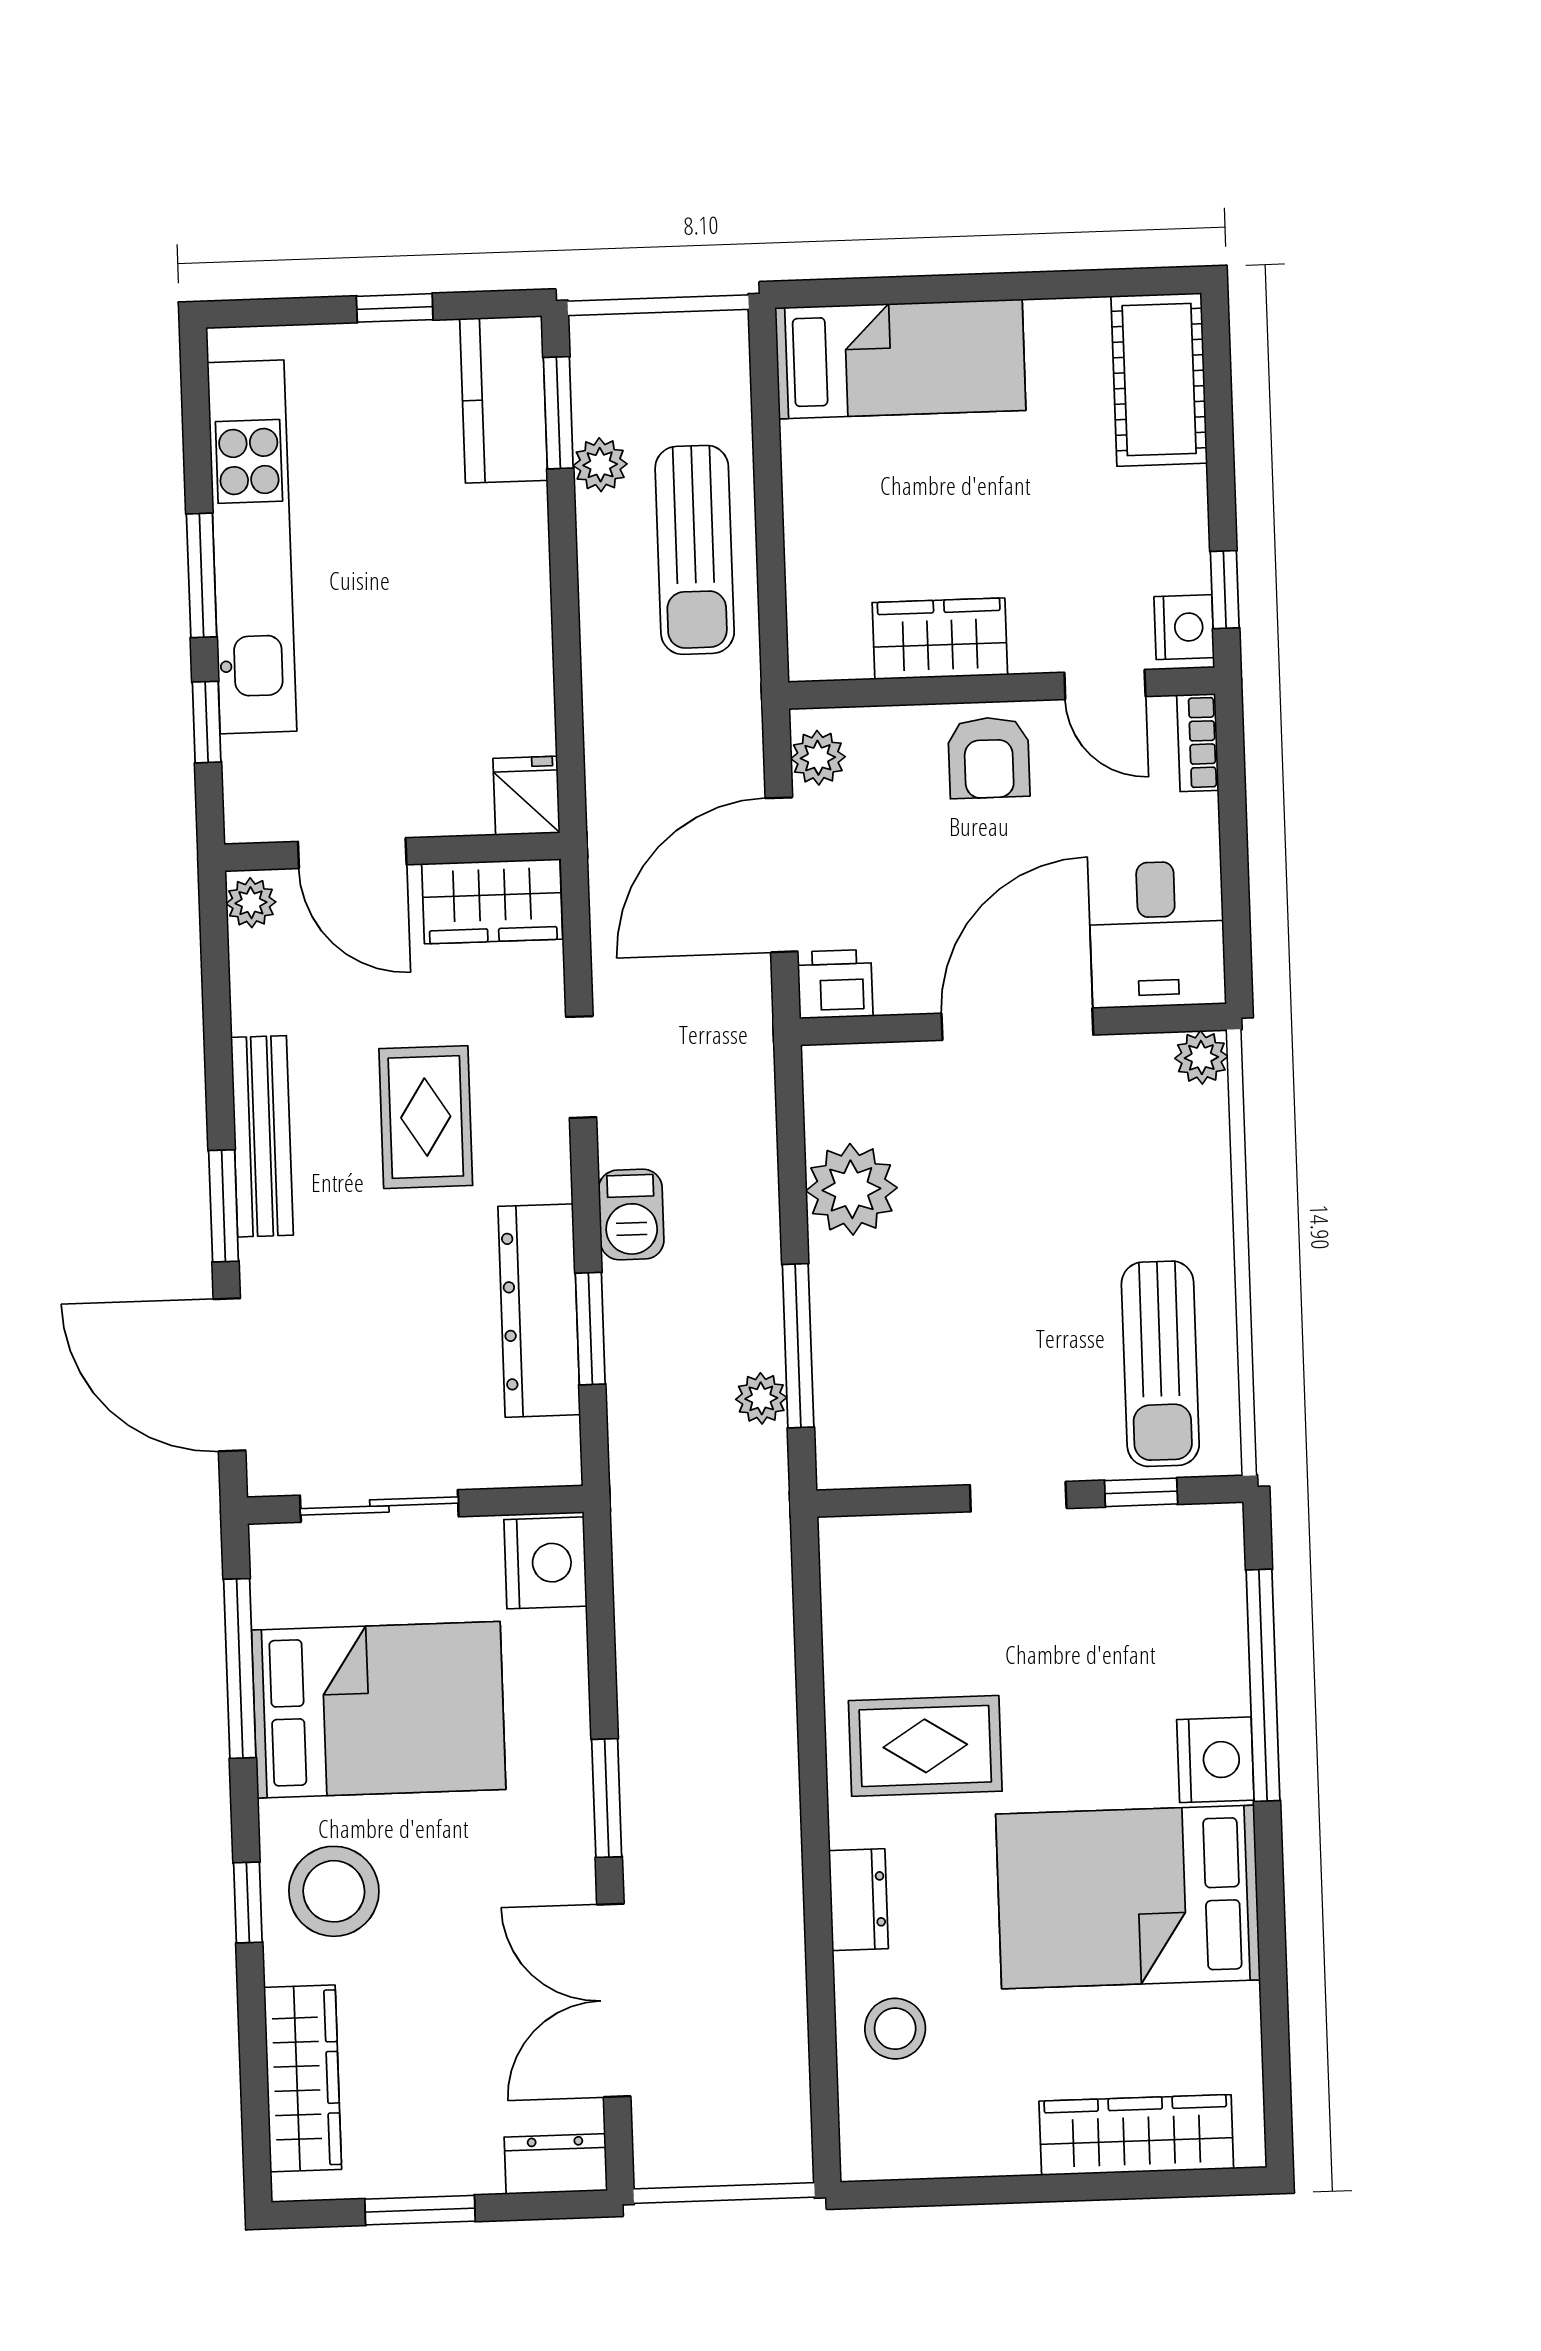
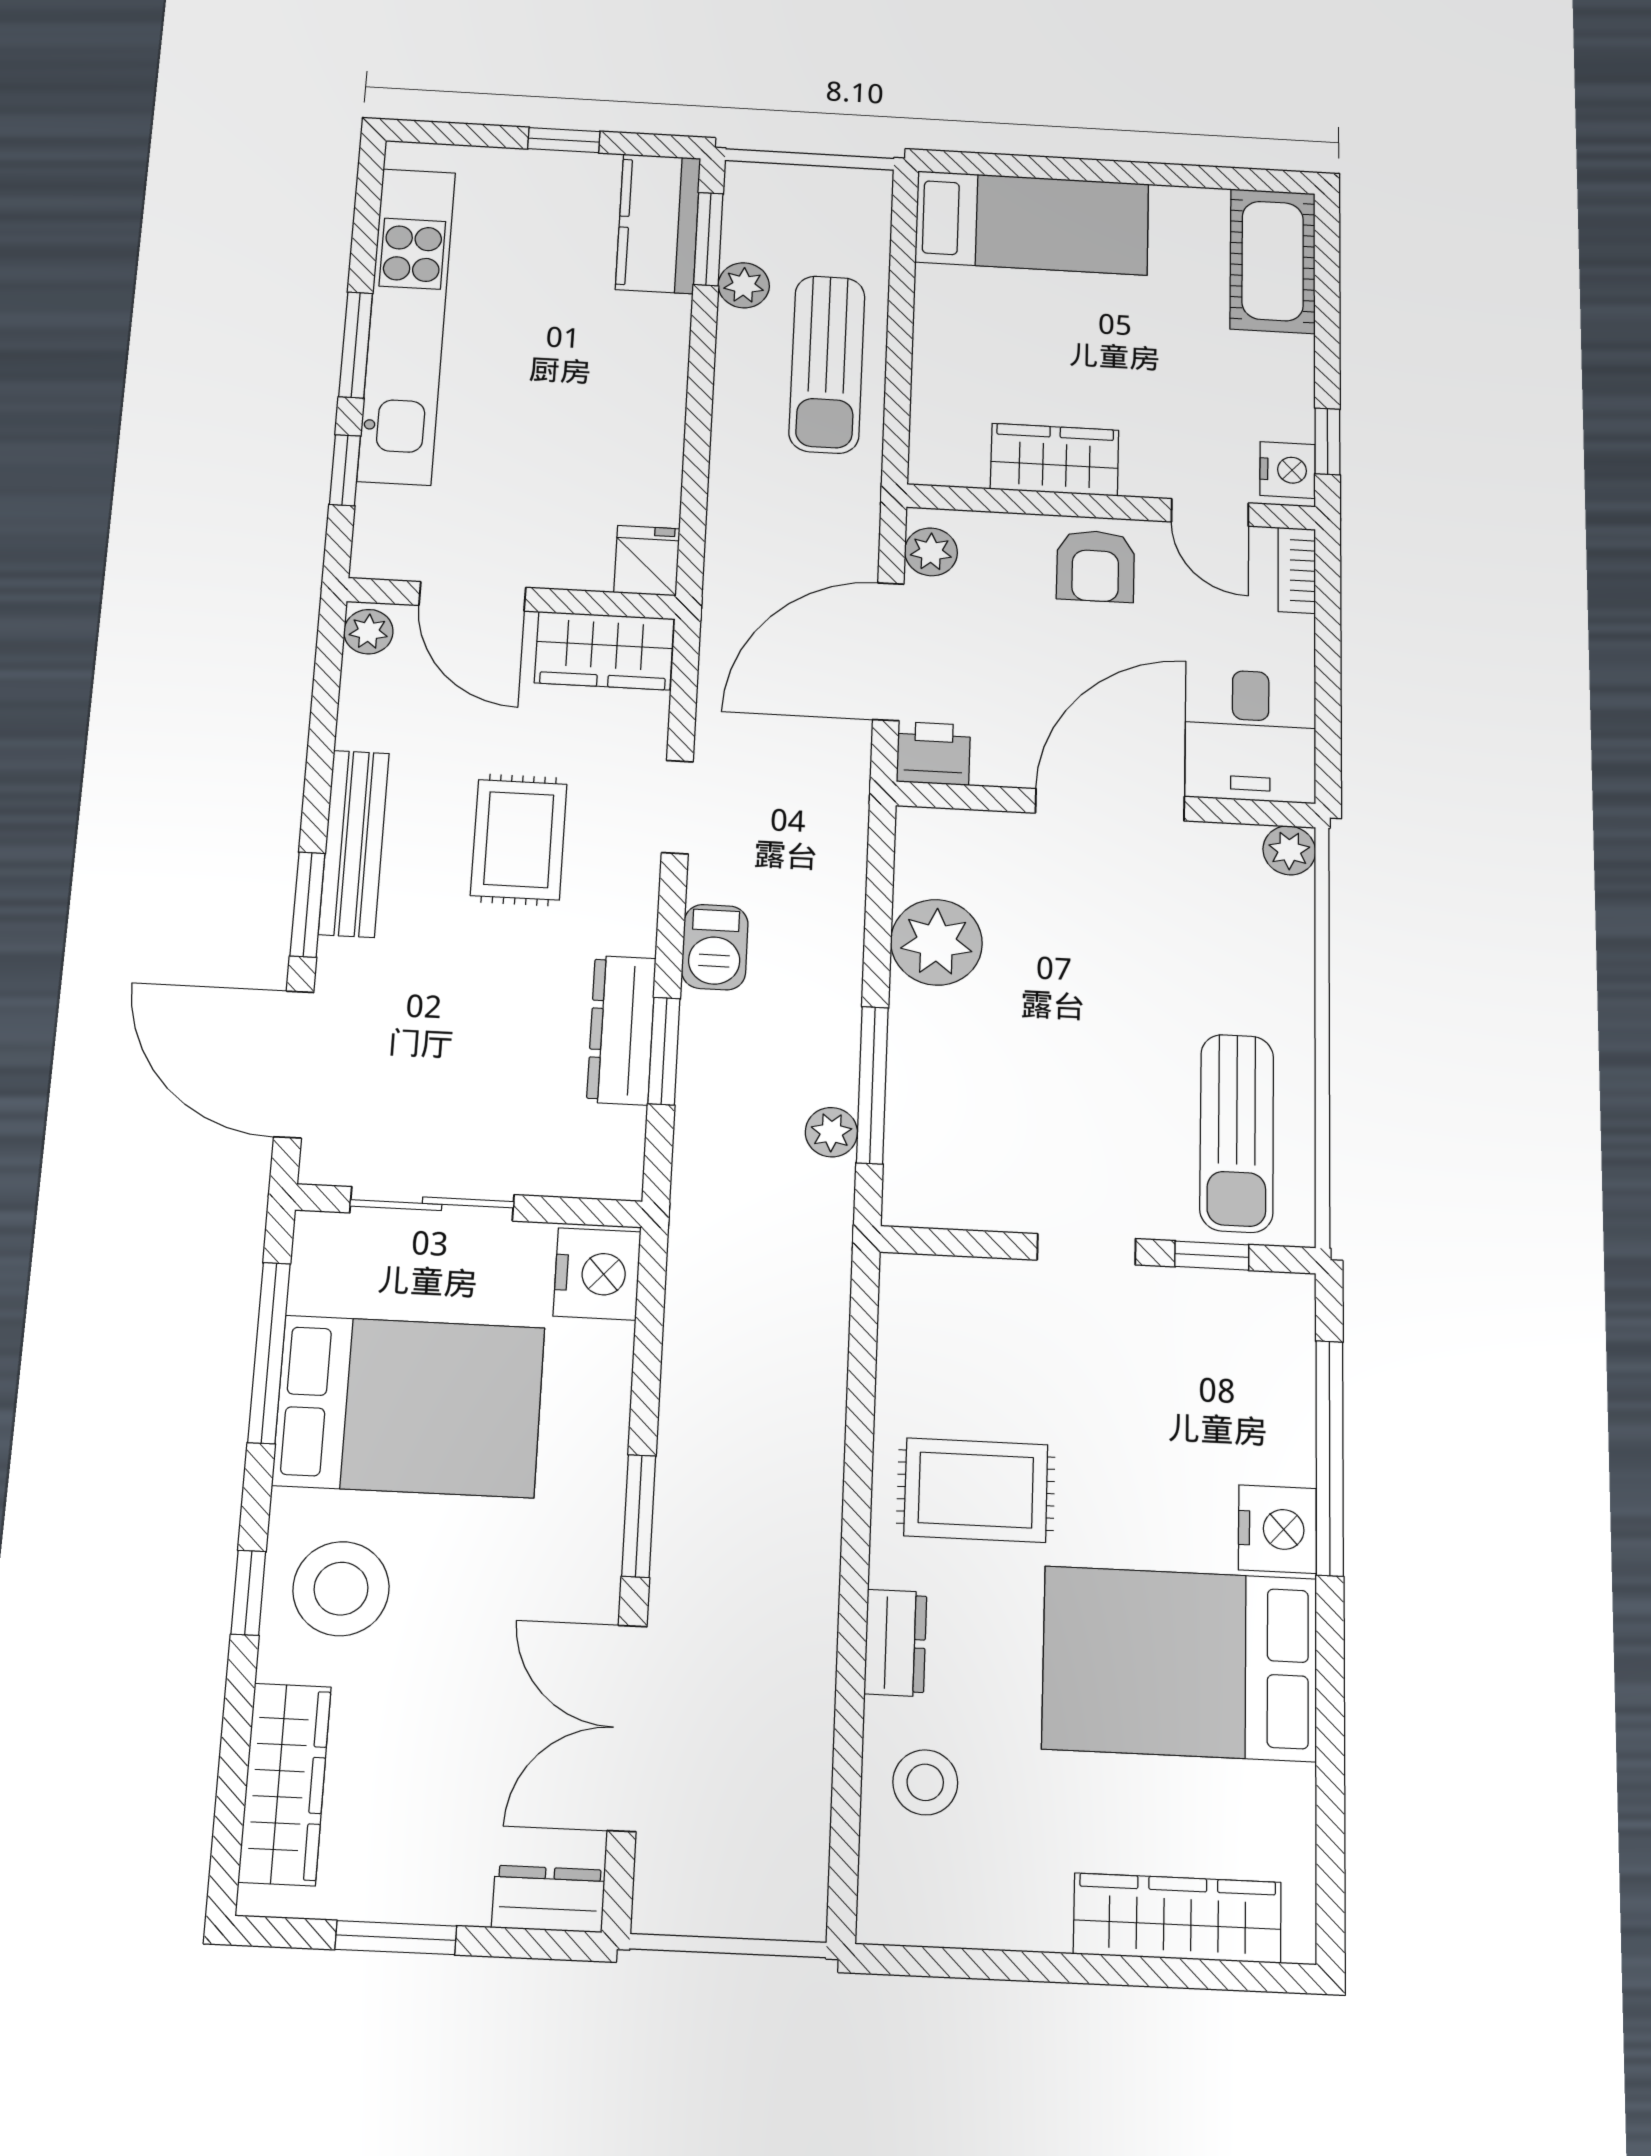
dresser: (539, 1311) -> (621, 1030), width x0.73, depth x0.80

